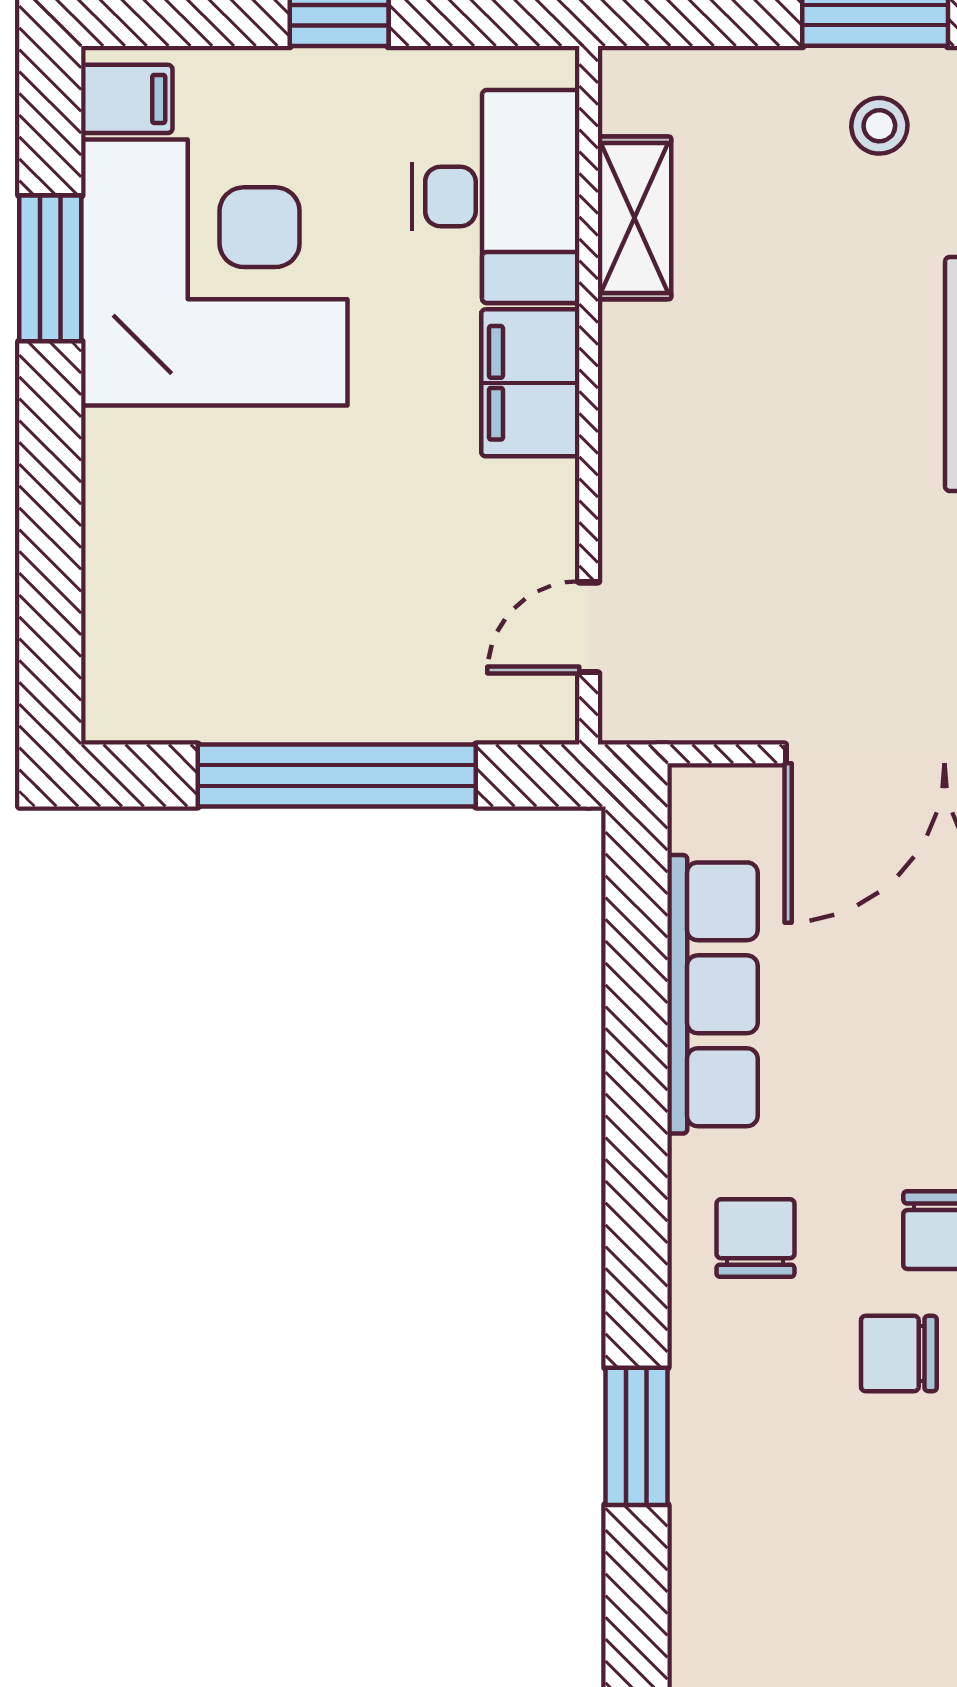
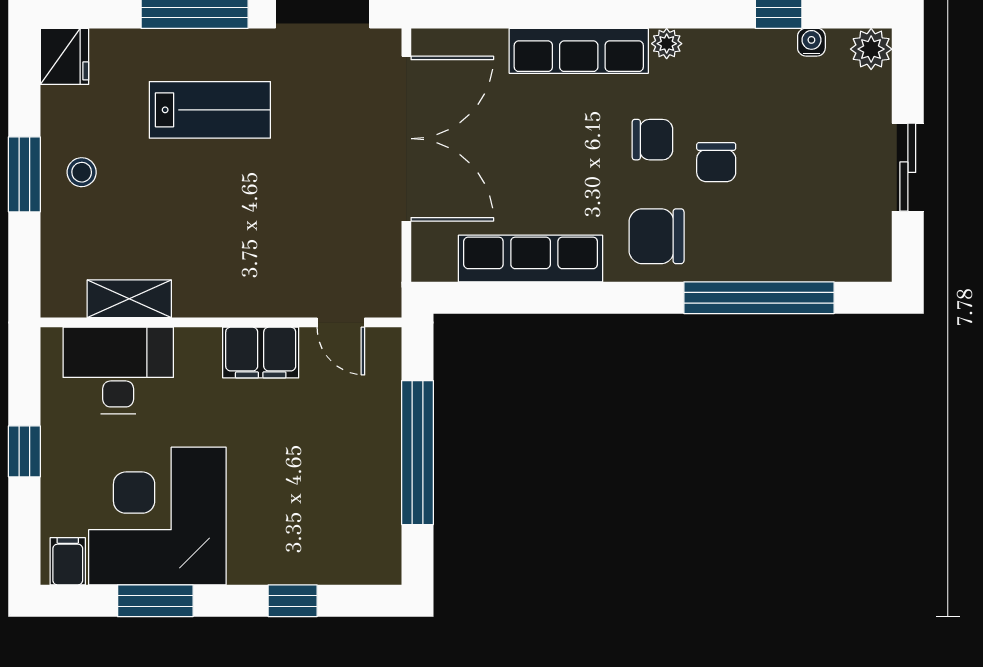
filing cabinet: (530, 383) -> (261, 353), moved
window: (50, 534) -> (293, 601), added
chair: (755, 1238) -> (657, 236), width x1.37, depth x1.37
window: (636, 1436) -> (759, 298), width x2.11

